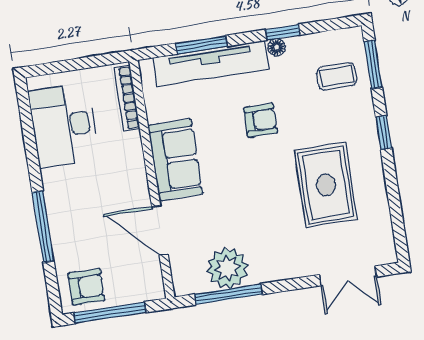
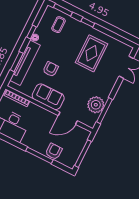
armchair: (261, 120) -> (51, 69), moved
rug: (326, 185) -> (91, 53), turned 90
armchair: (86, 287) -> (54, 151), moved

